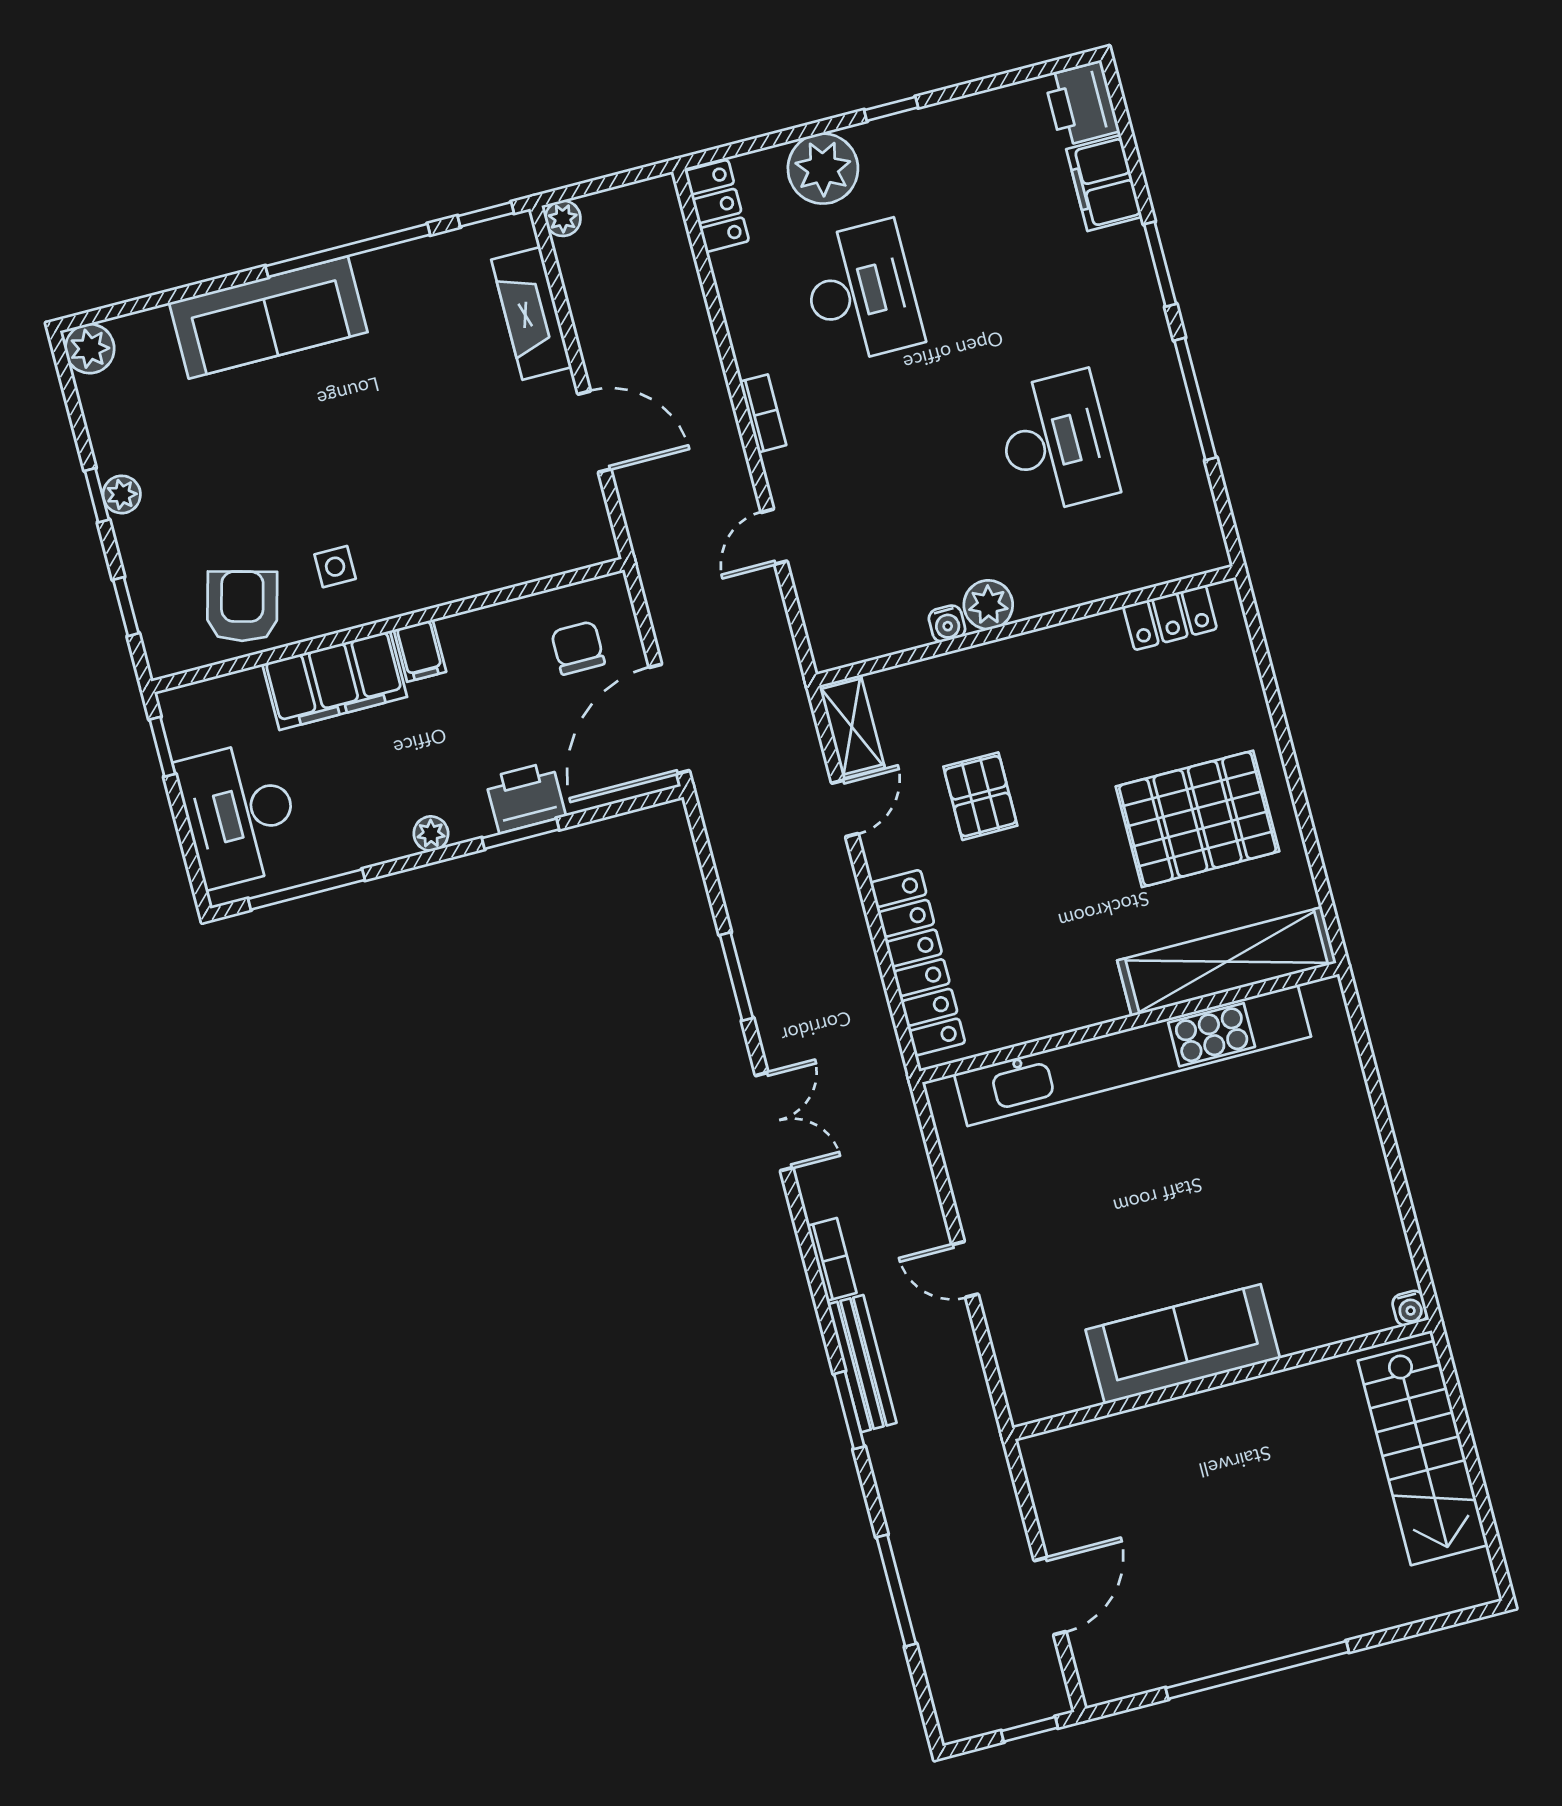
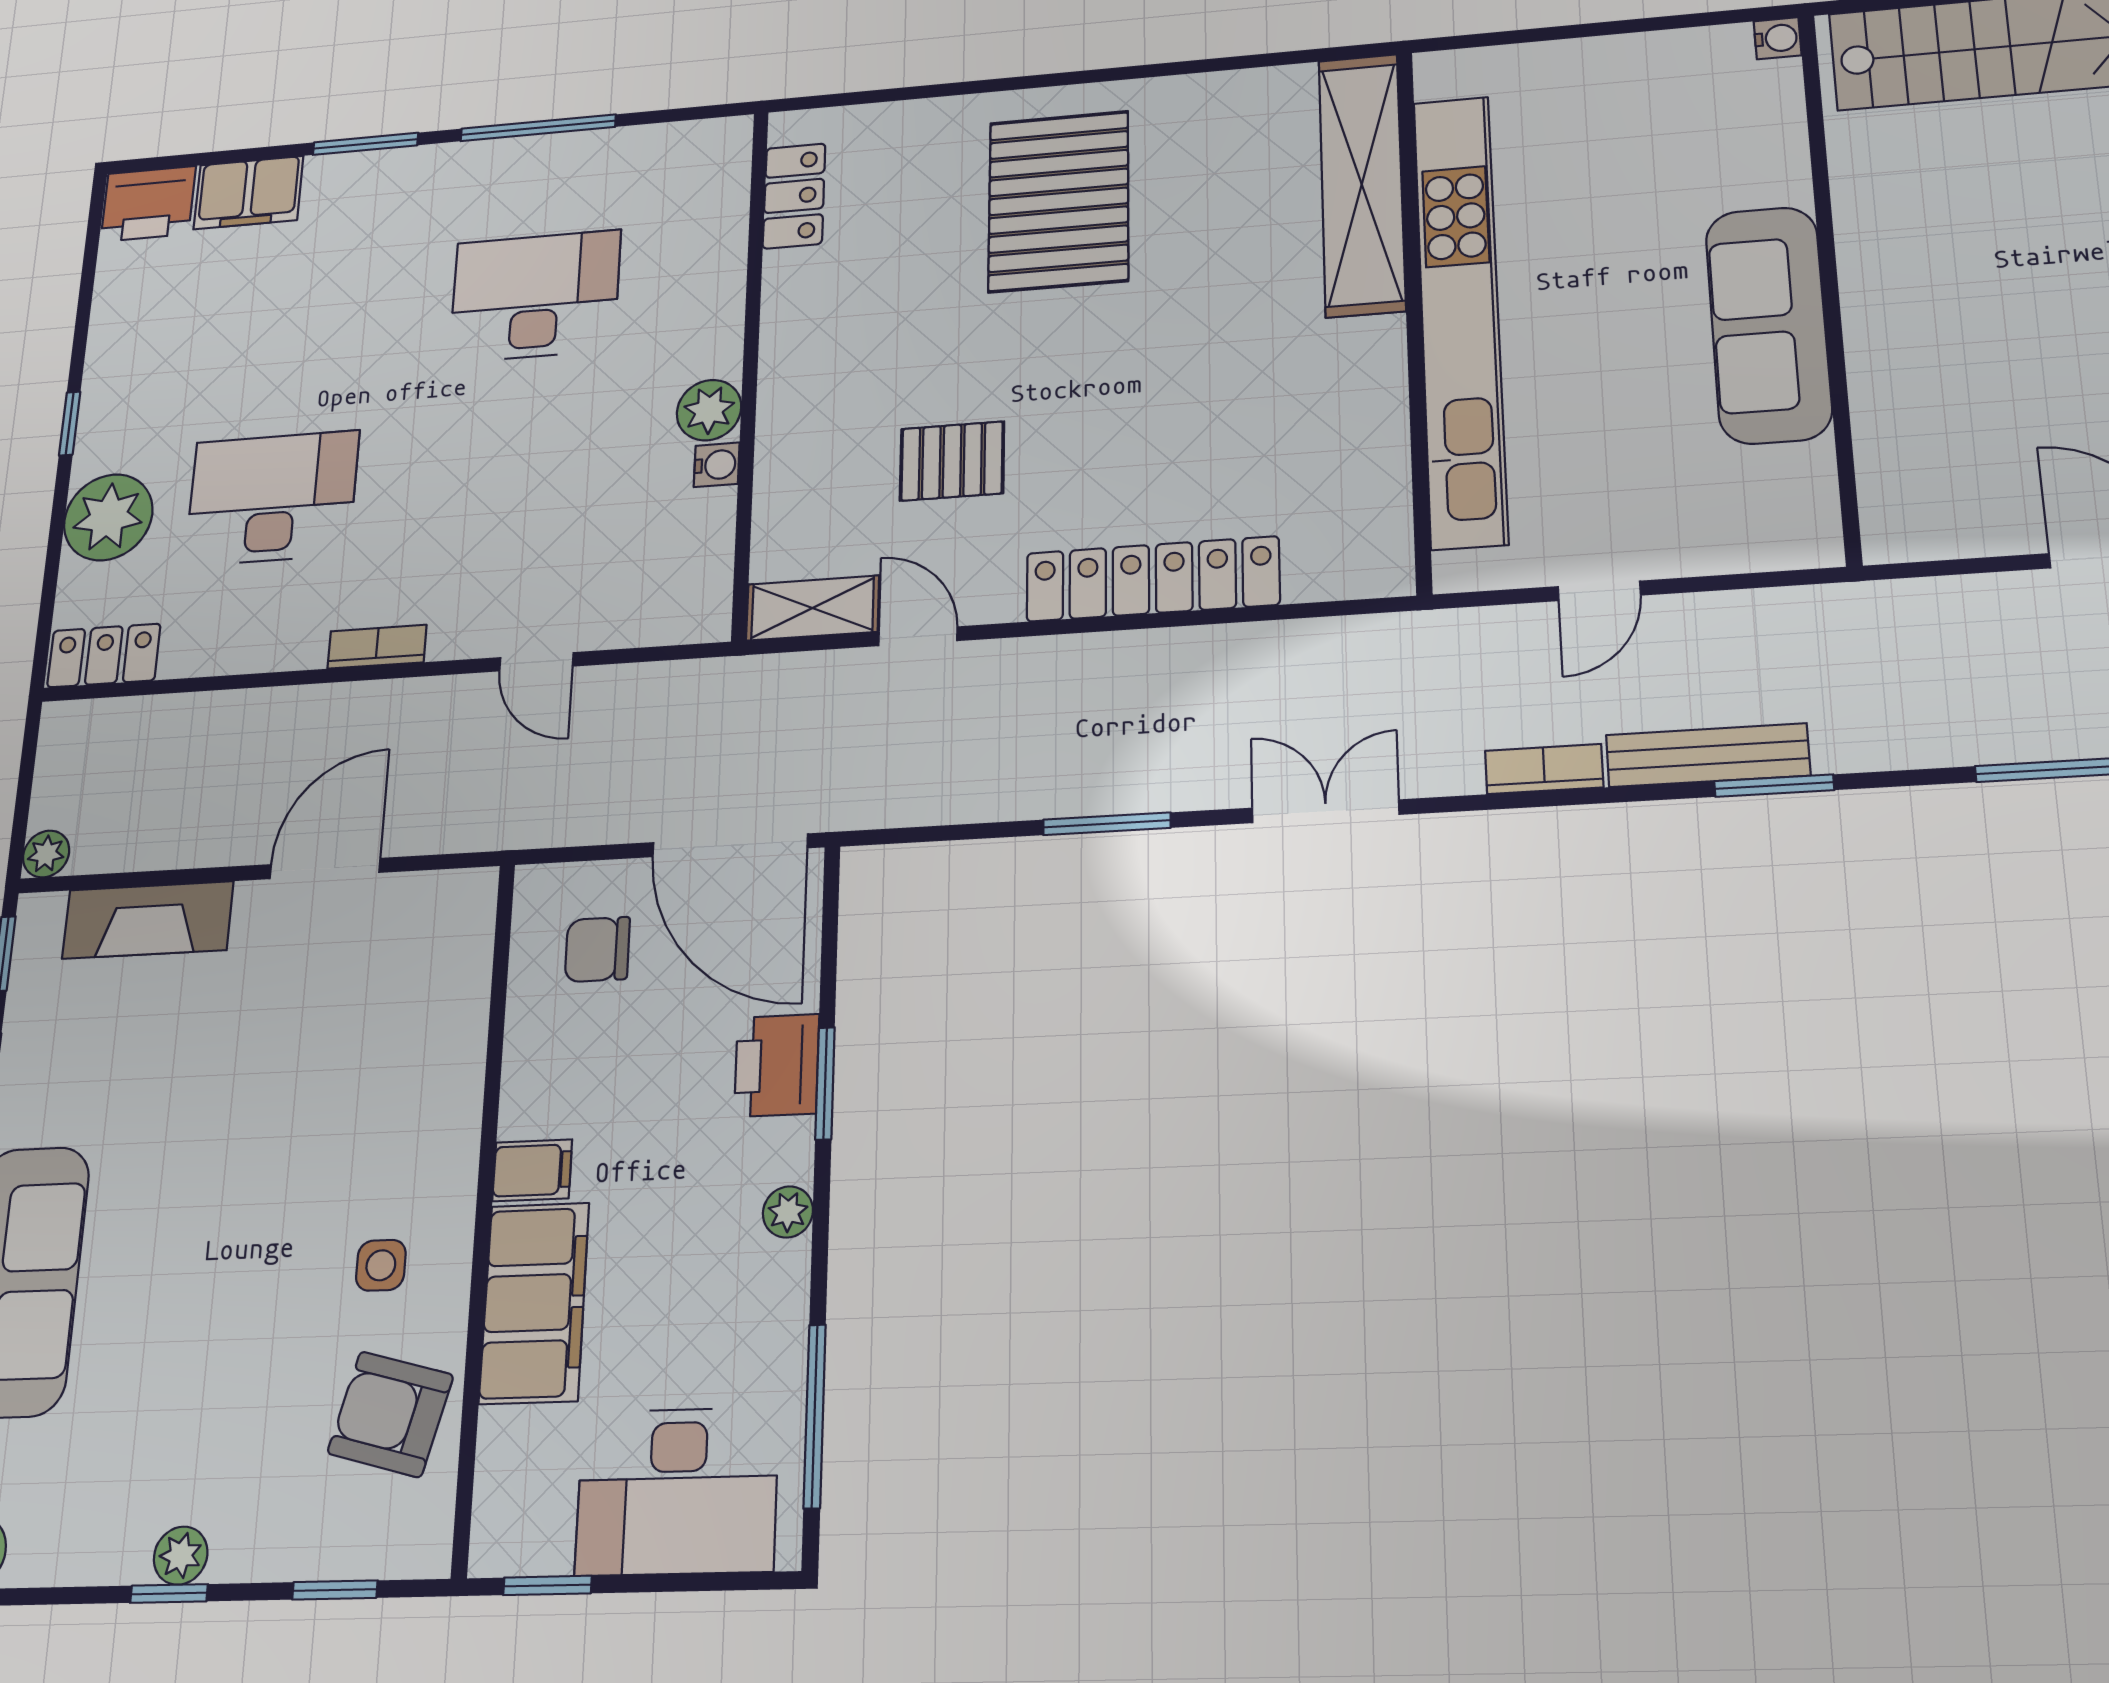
shelving: (1227, 962) -> (1362, 184), moved
wall: (1129, 1023) -> (1414, 316), moved
kitchen unit: (1133, 1055) -> (1460, 318), moved

